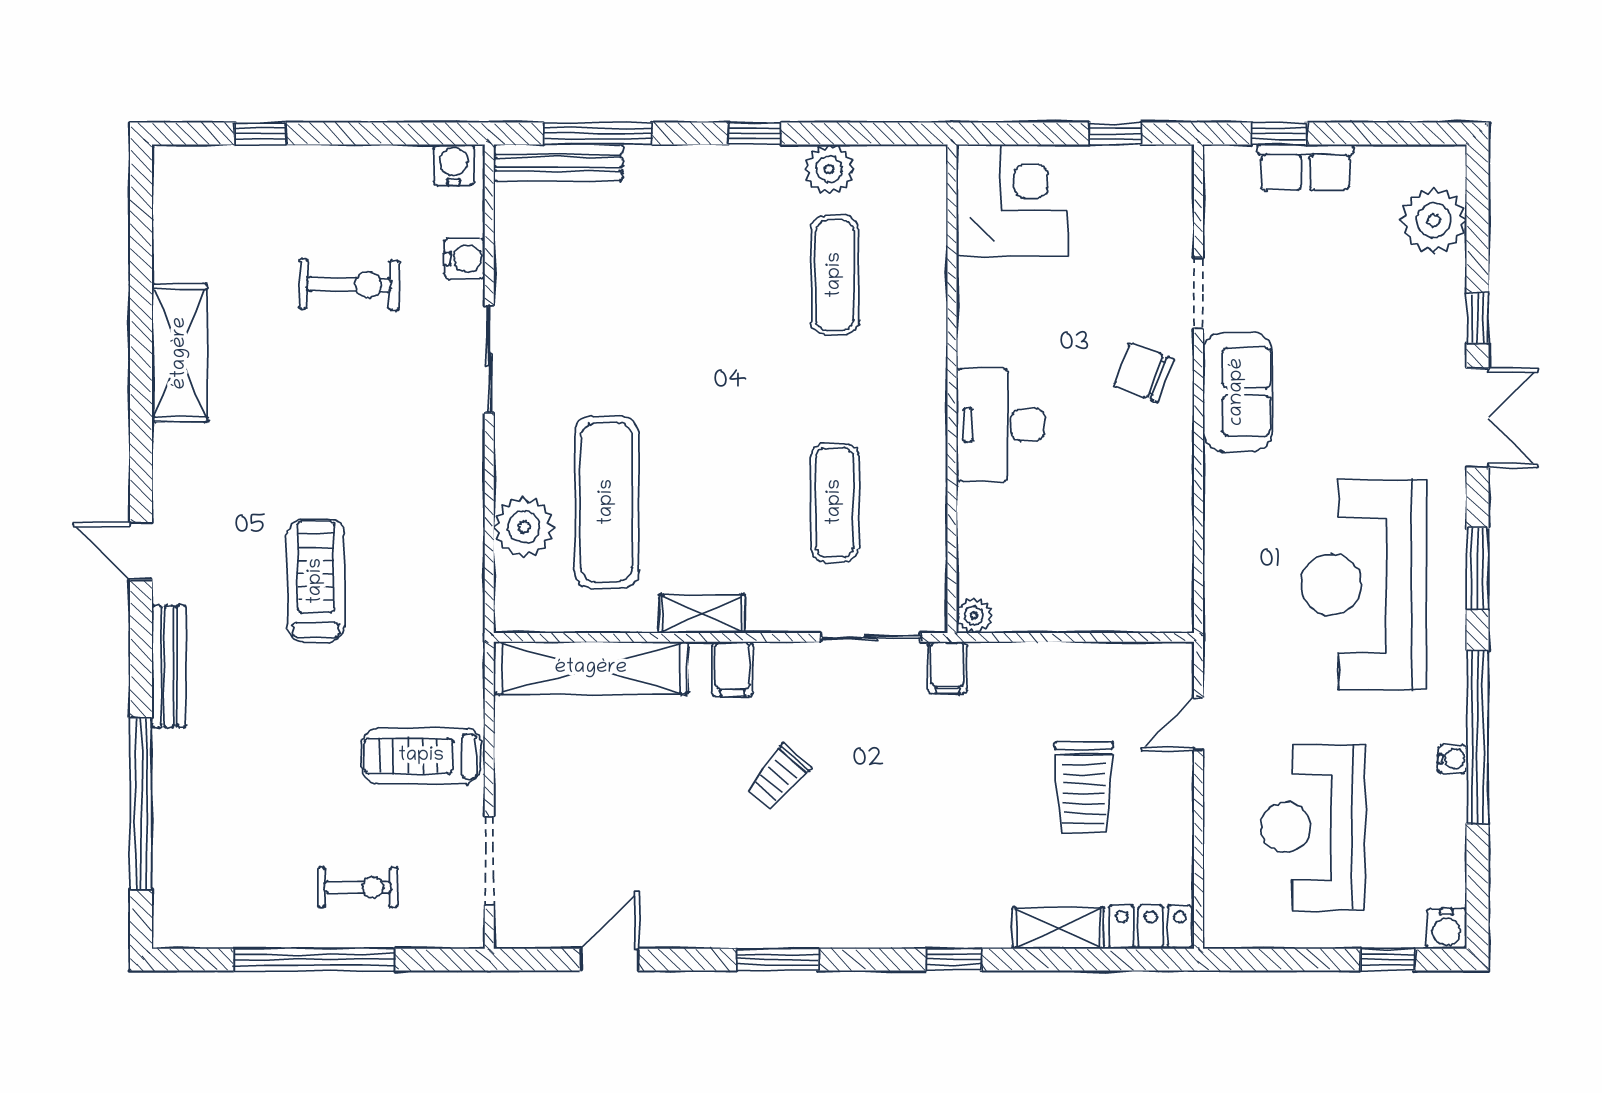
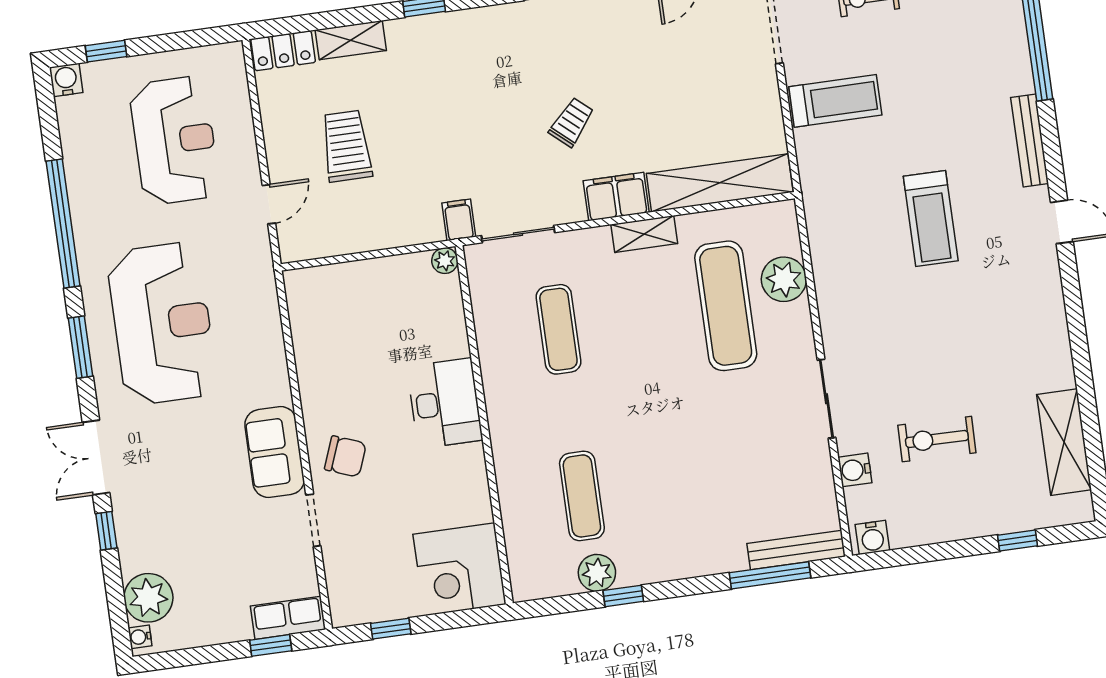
window: (755, 134) -> (623, 596), moved
row of seats: (1305, 167) -> (288, 618), moved
shelving: (180, 353) -> (1064, 442), moved
filing cabinet: (732, 669) -> (616, 197), width x2.00
water cooler: (1452, 759) -> (140, 637), moved

